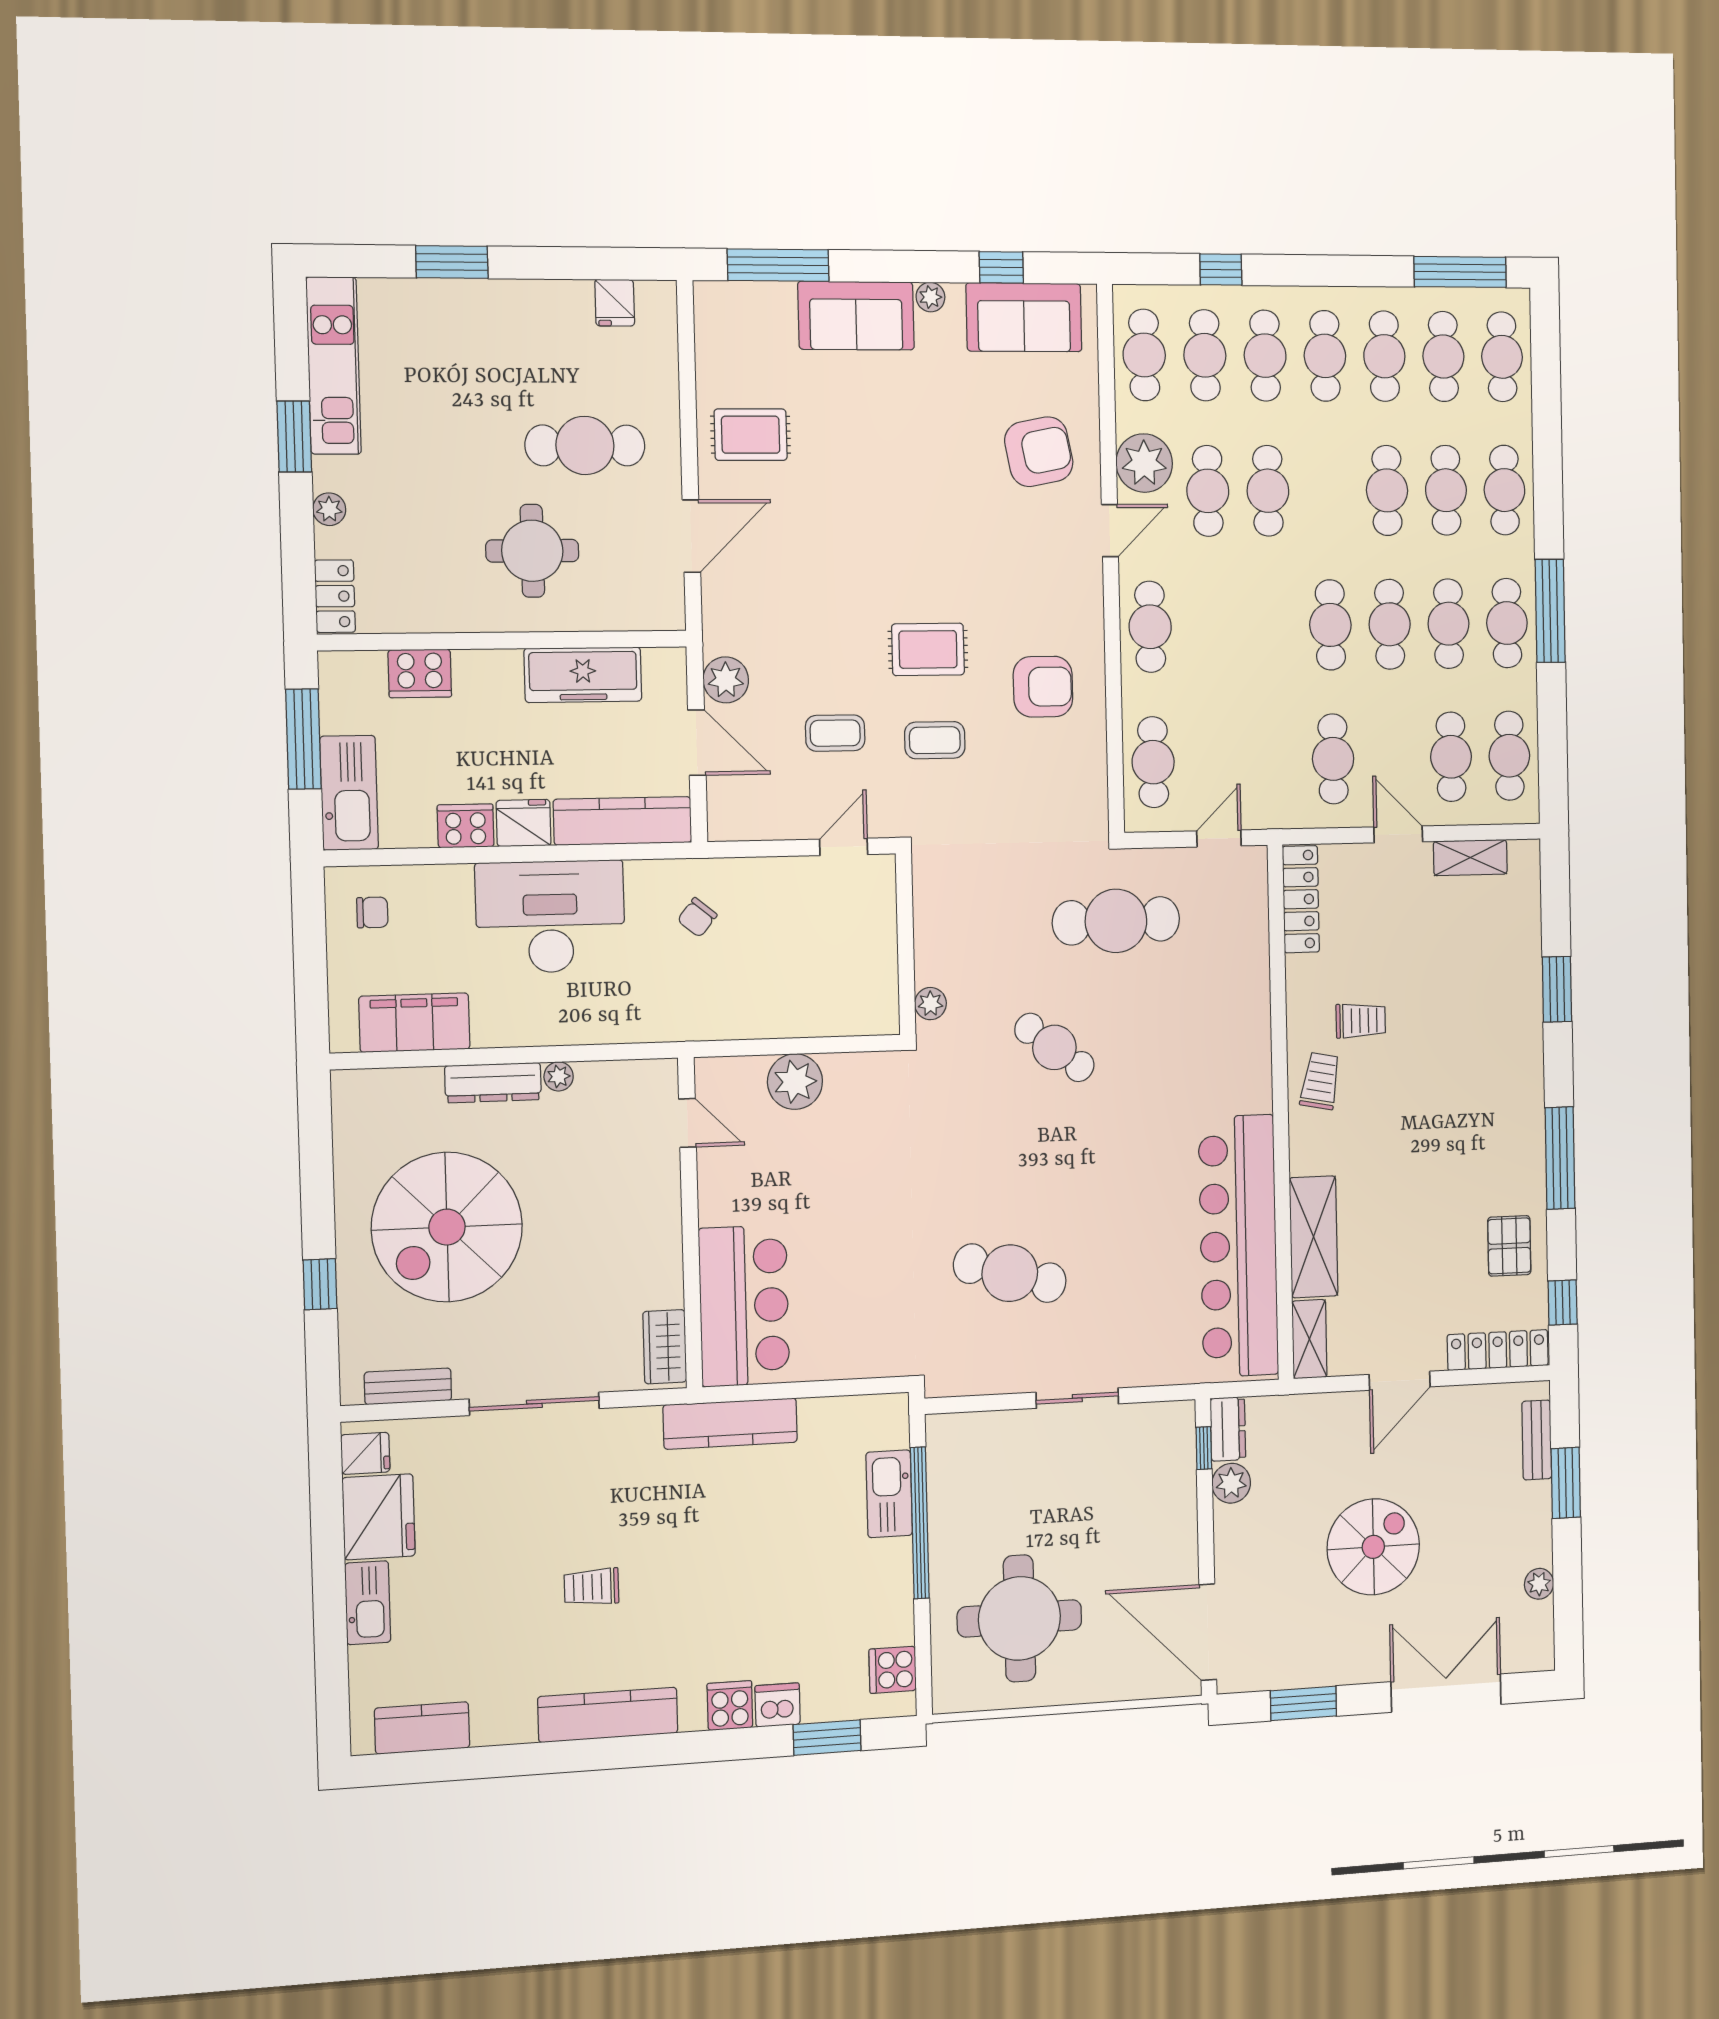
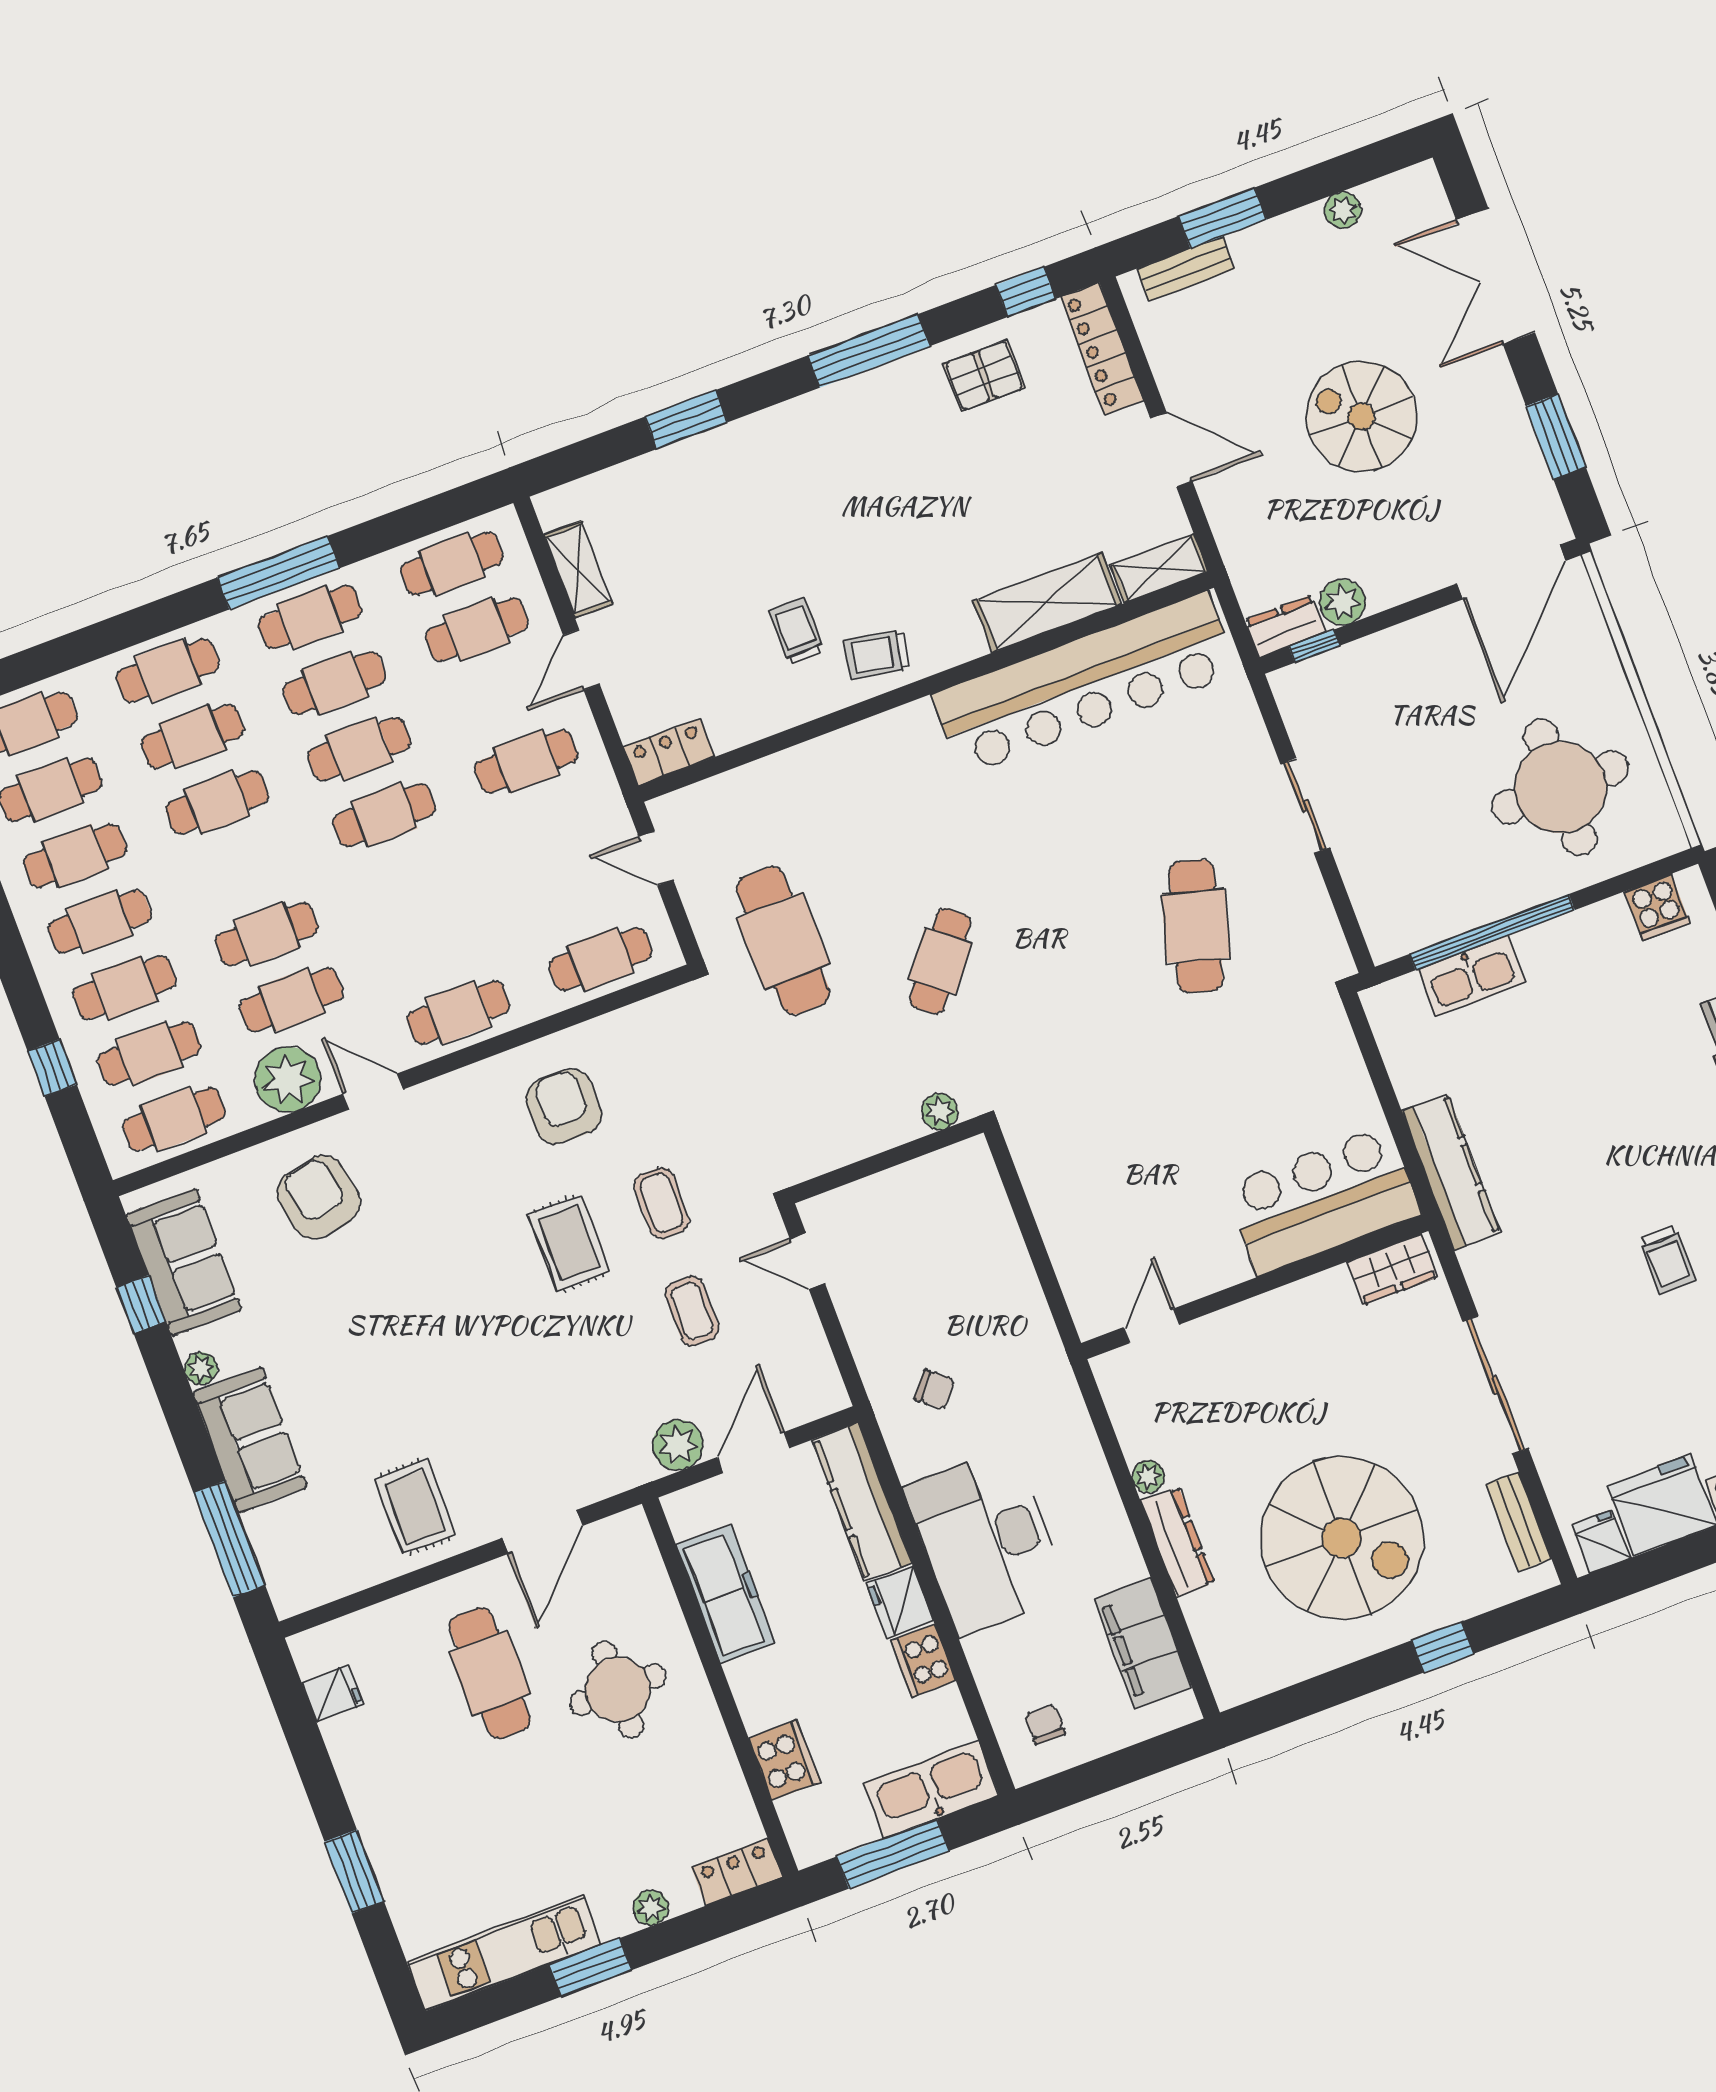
door: (691, 536) -> (542, 1532), swing flipped
locker: (1301, 899) -> (669, 752), width x0.66
plant: (795, 1082) -> (1071, 1227), removed

